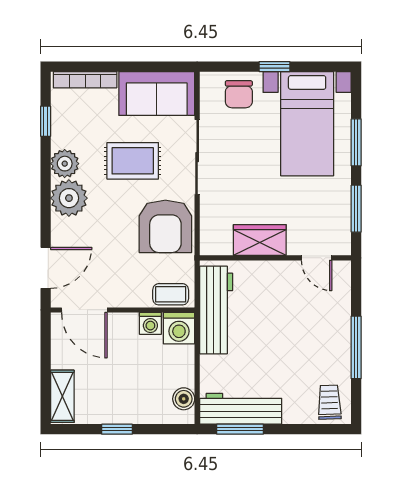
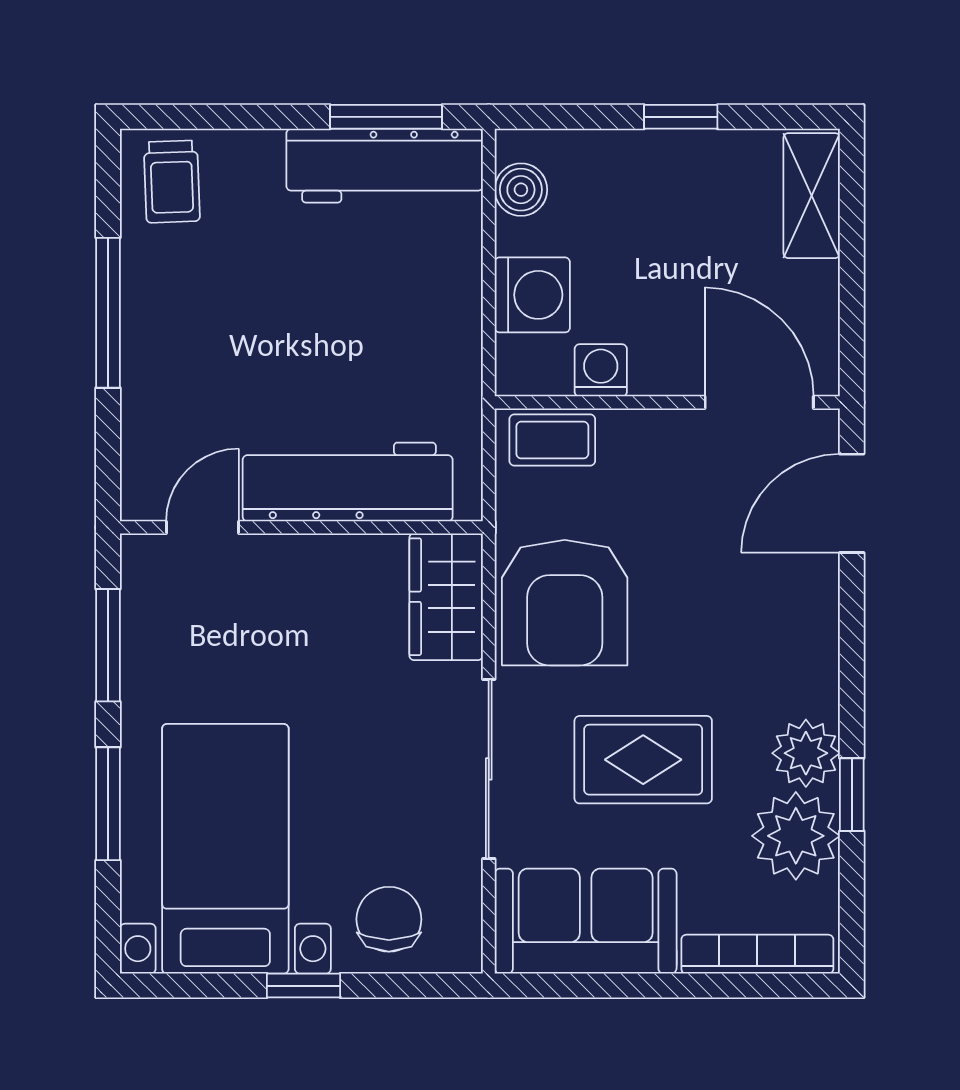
window: (46, 121) -> (852, 795), moved
plant: (69, 198) -> (796, 836), moved
armchair: (165, 226) -> (565, 603), turned 180
wardrobe: (260, 240) -> (446, 597), moved, turned 90
door: (317, 258) -> (202, 527), hinge flipped
workbench: (216, 310) -> (348, 482), moved, turned 90
washing machine: (179, 328) -> (532, 295), moved, turned 90

